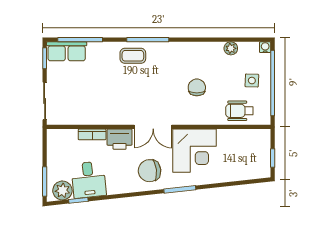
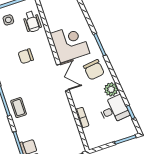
printer: (120, 139) -> (79, 98), removed
plant: (62, 190) -> (111, 89), moved

